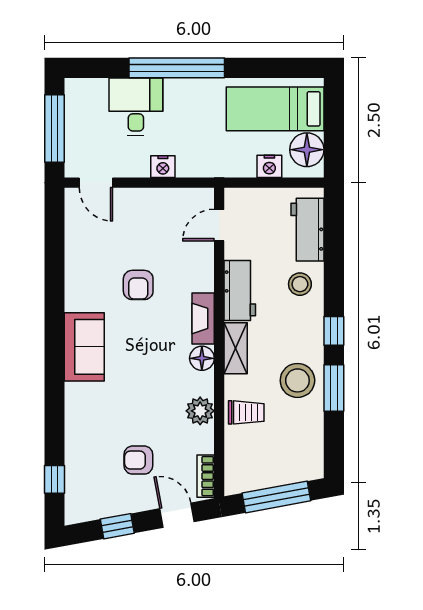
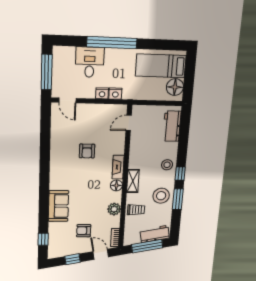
nightstand: (269, 166) -> (115, 94), moved
stool: (300, 284) -> (167, 165), moved
workbench: (240, 291) -> (155, 234), moved, turned -100
sofa: (84, 347) -> (58, 206), moved

